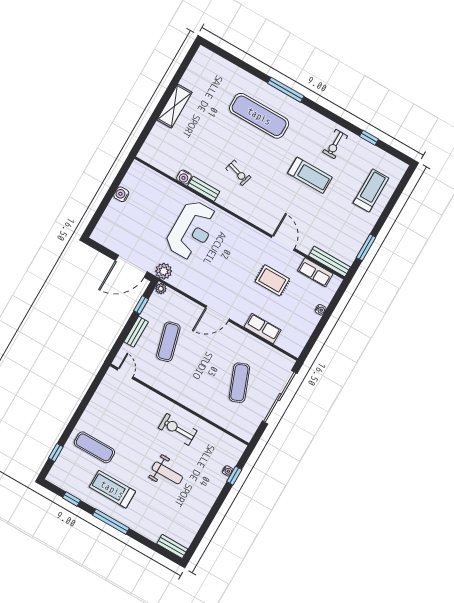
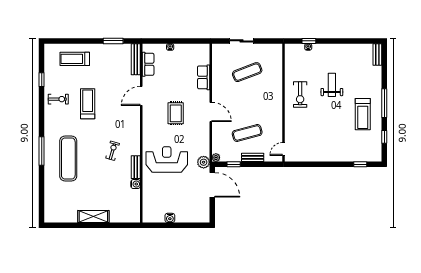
rug: (272, 280) -> (176, 113), moved
sliding door: (280, 397) -> (241, 41), width x0.54
exercise mat: (94, 447) -> (343, 141), removed

